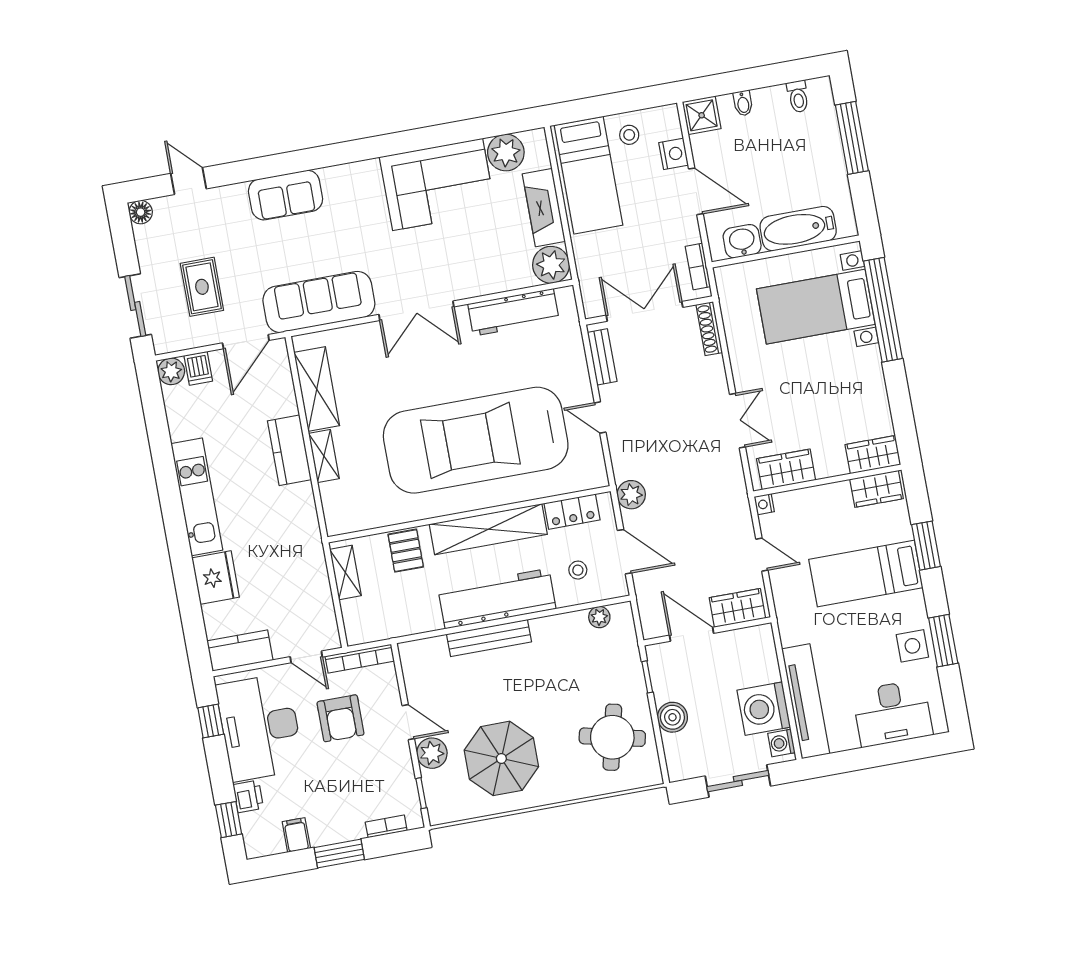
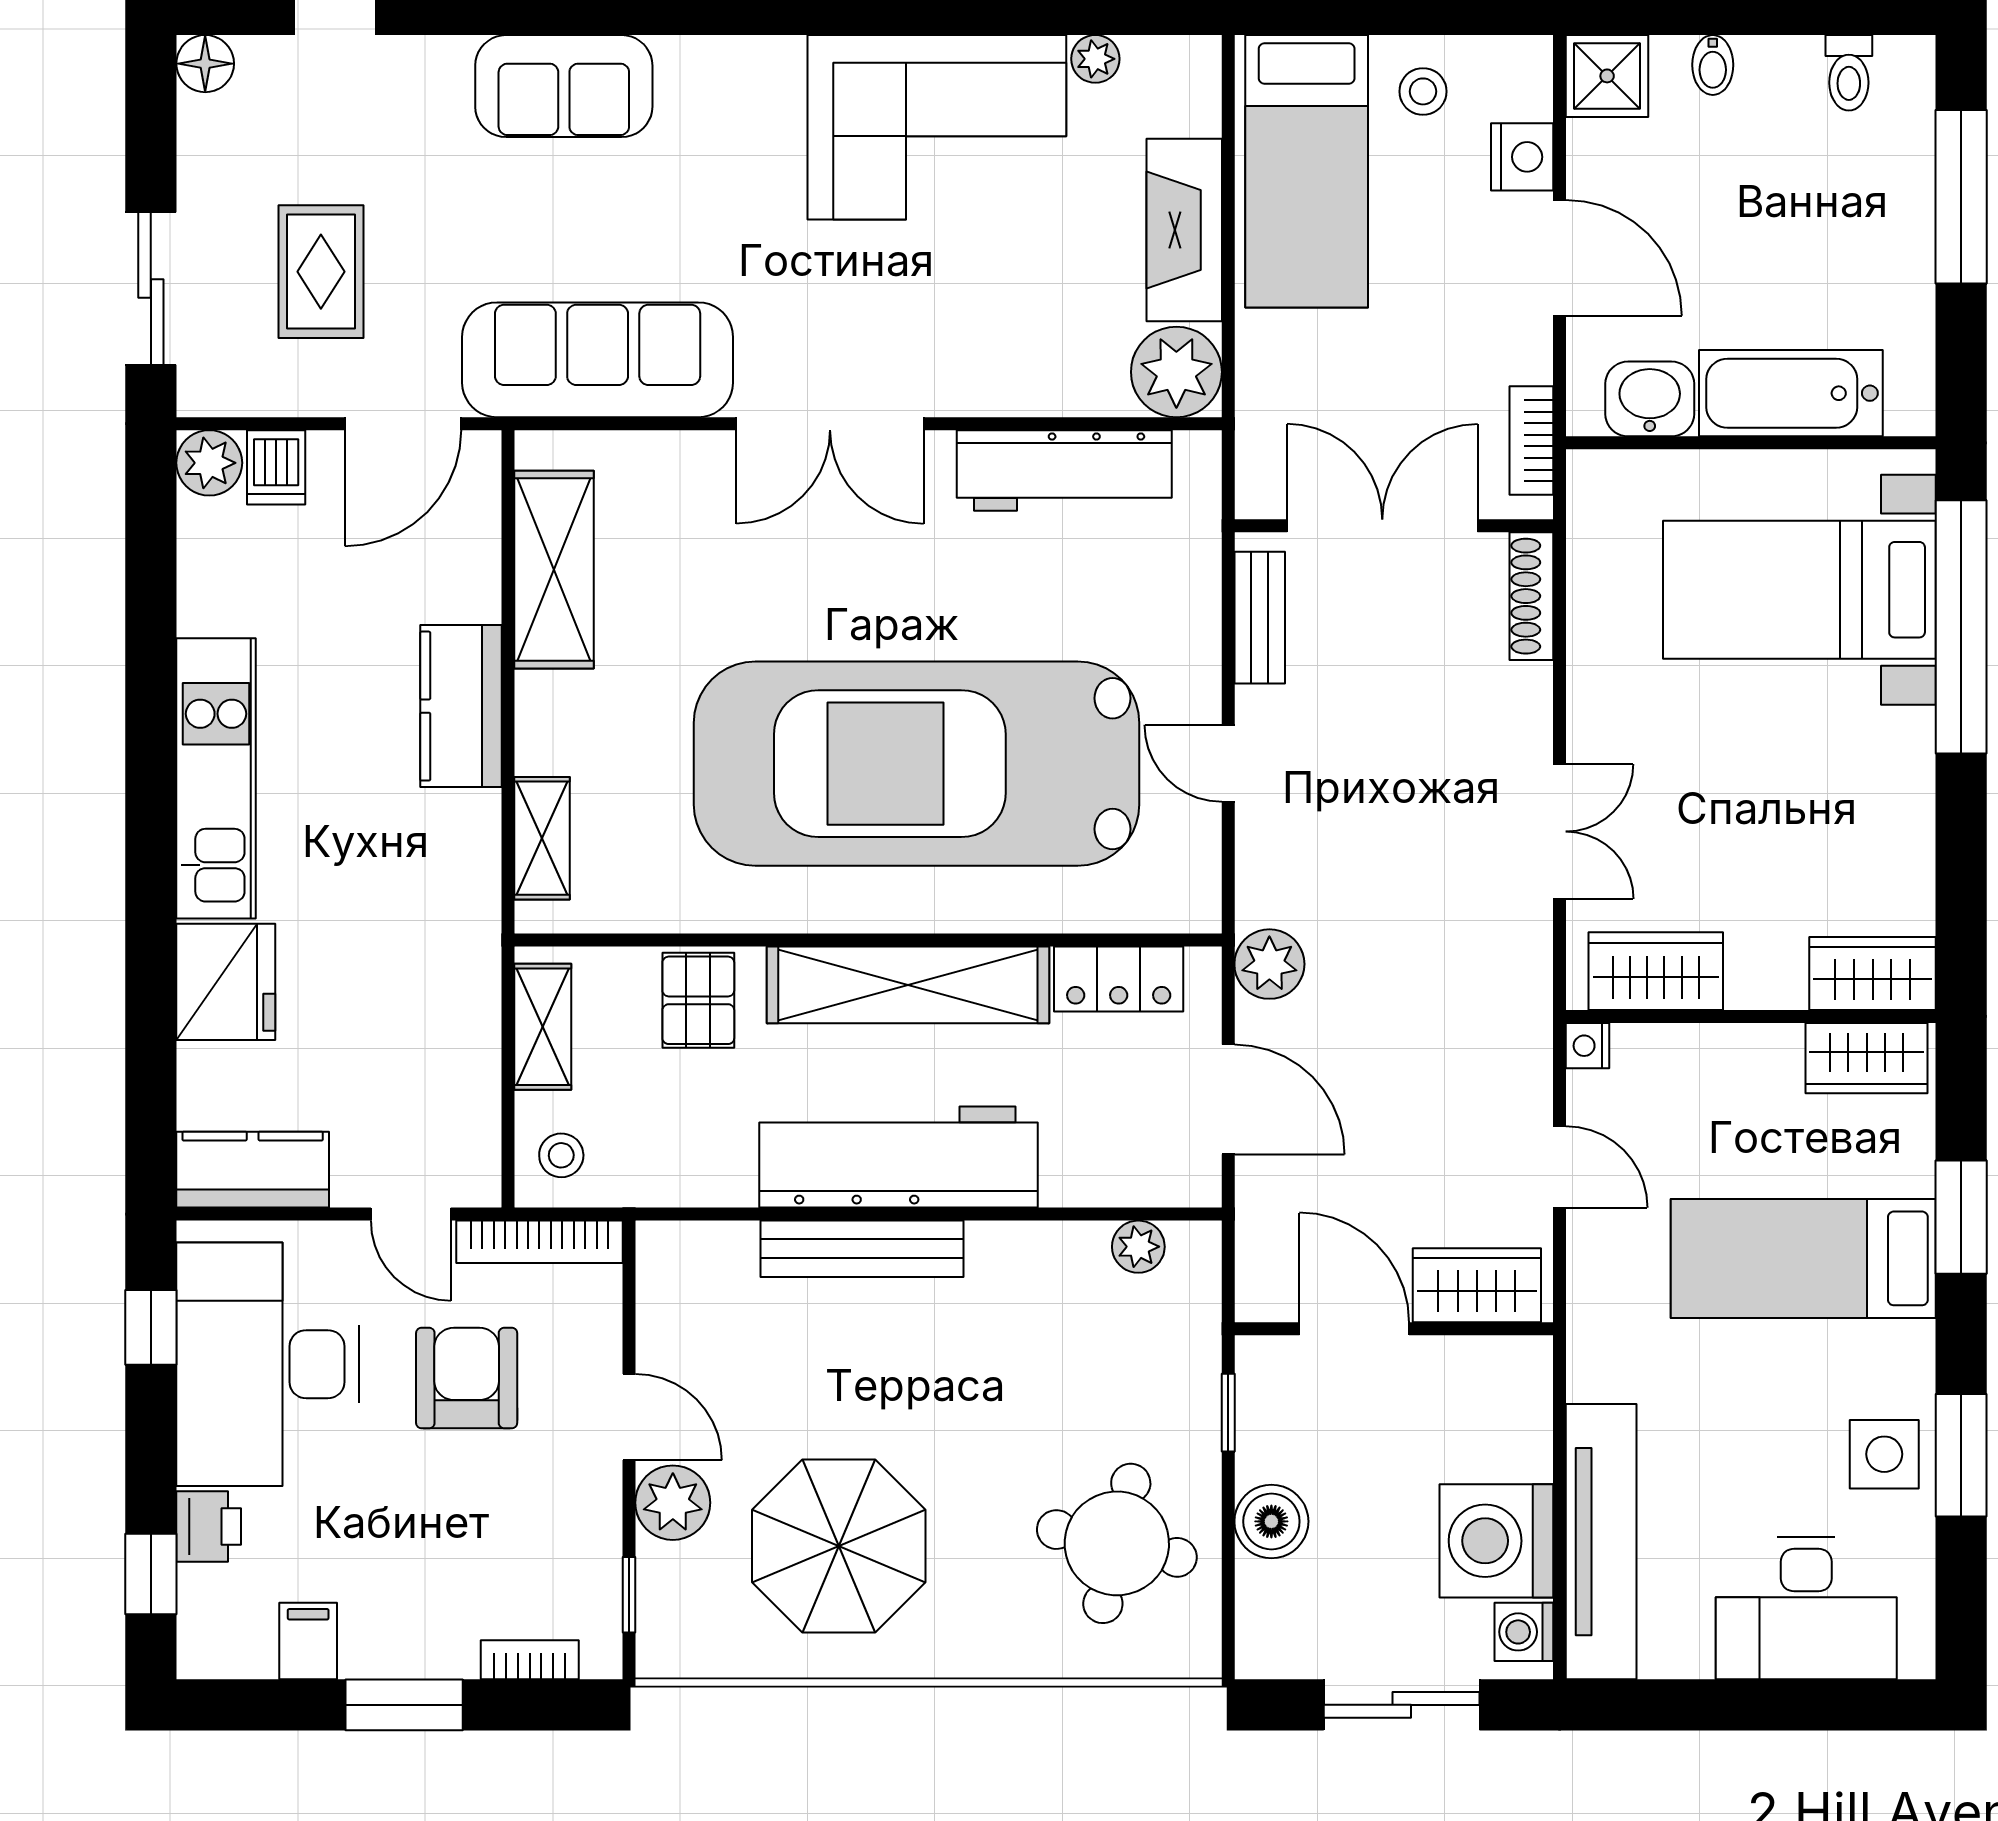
plant: (506, 153) -> (1095, 59), width x0.53, depth x0.53
shelving: (324, 456) -> (542, 838), moved
stool: (578, 570) -> (561, 1155), moved
armchair: (340, 718) -> (467, 1378), turned 180

